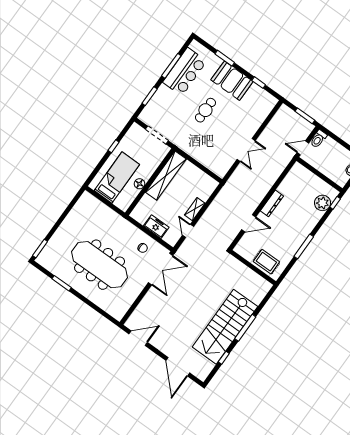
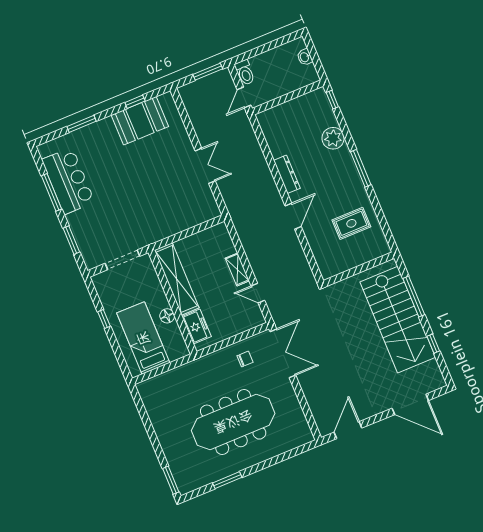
booth: (232, 81) -> (140, 121), moved
cafe table: (205, 110) -> (129, 185), removed
plant: (323, 203) -> (333, 138), moved
freezer: (156, 227) -> (197, 327), moved, turned 90
wall: (253, 267) -> (359, 269), moved

